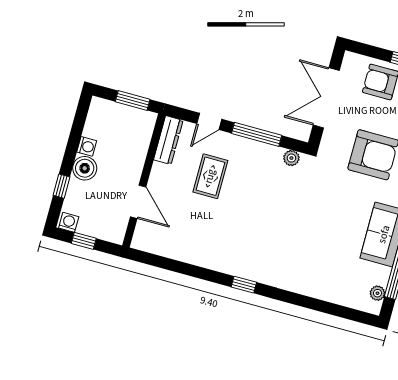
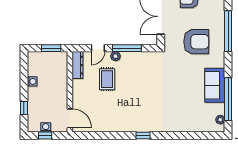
plant: (291, 158) -> (116, 56), moved
boiler: (85, 168) -> (34, 94), removed
door: (138, 202) -> (70, 118), moved
washing machine: (69, 222) -> (46, 127), moved

